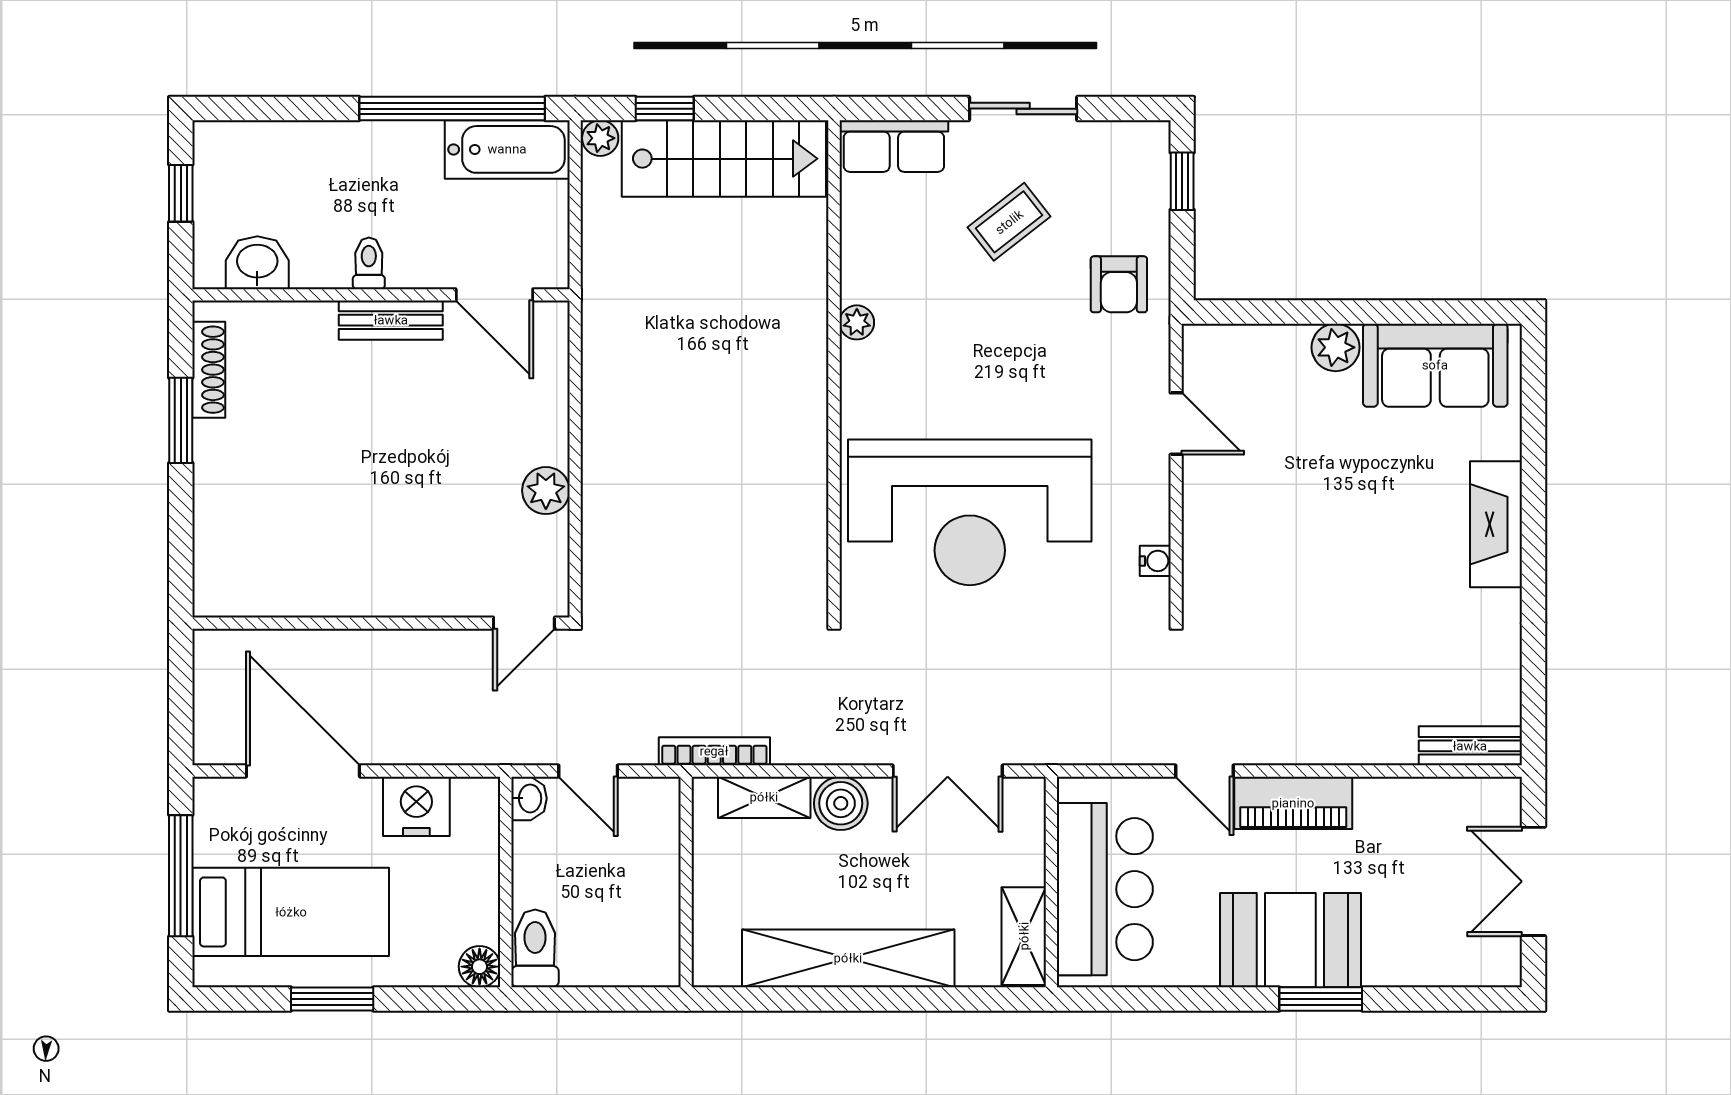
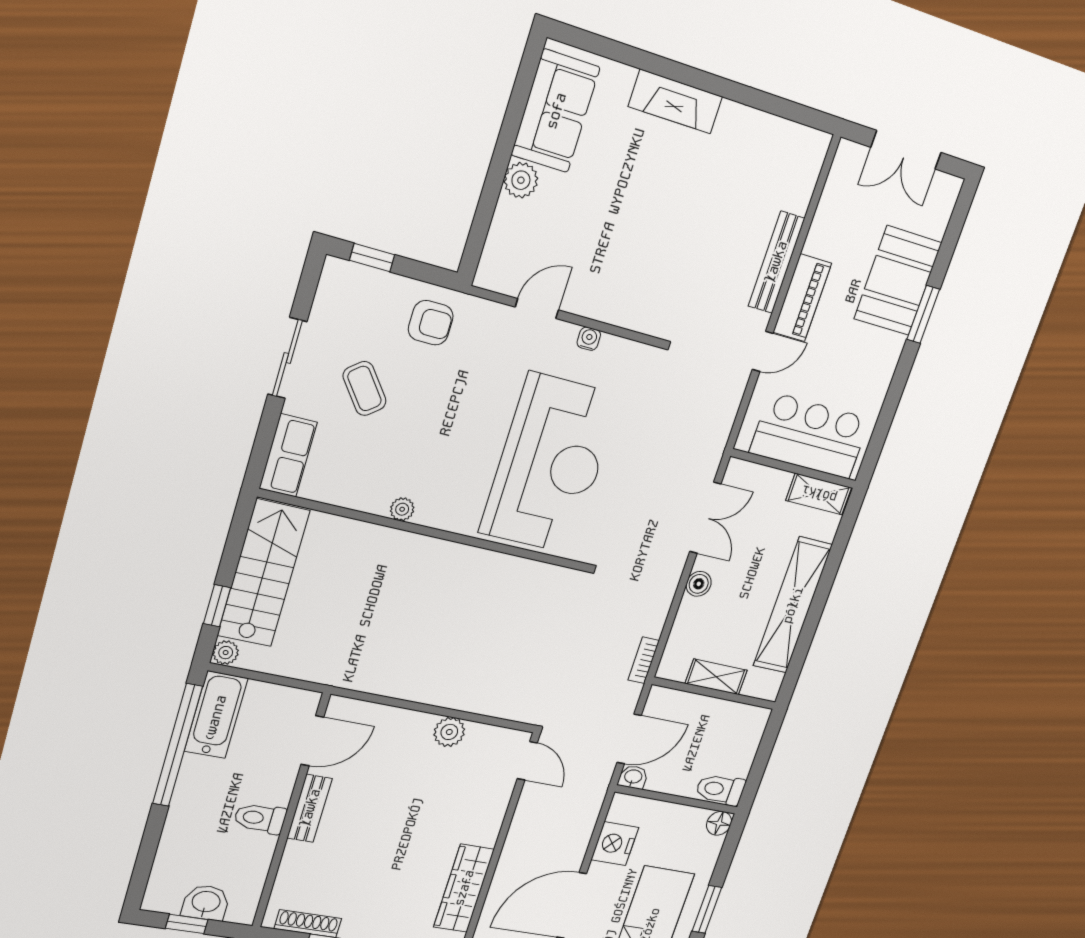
washbasin: (257, 263) -> (206, 903), moved, turned 90
toilet: (369, 263) -> (260, 818), width x1.37, depth x1.39
water cooler: (1155, 561) -> (589, 339), moved
wardrobe: (304, 590) -> (464, 888), added
bench: (1470, 746) -> (776, 262), moved, width x1.36
bookcase: (714, 751) -> (644, 660), width x0.64
door: (588, 771) -> (629, 739), width x1.38
shelving: (764, 797) -> (716, 677), moved, turned 90
boiler: (841, 803) -> (699, 584), width x0.73, depth x0.73
booth: (1290, 940) -> (898, 281), moved

